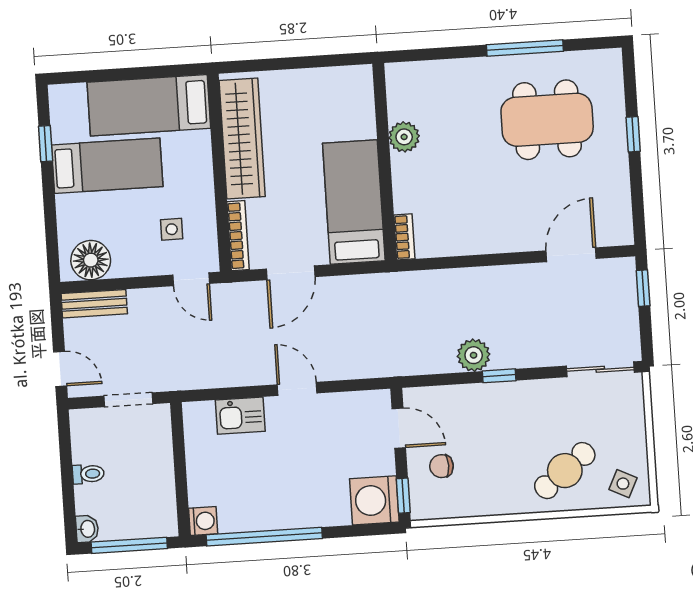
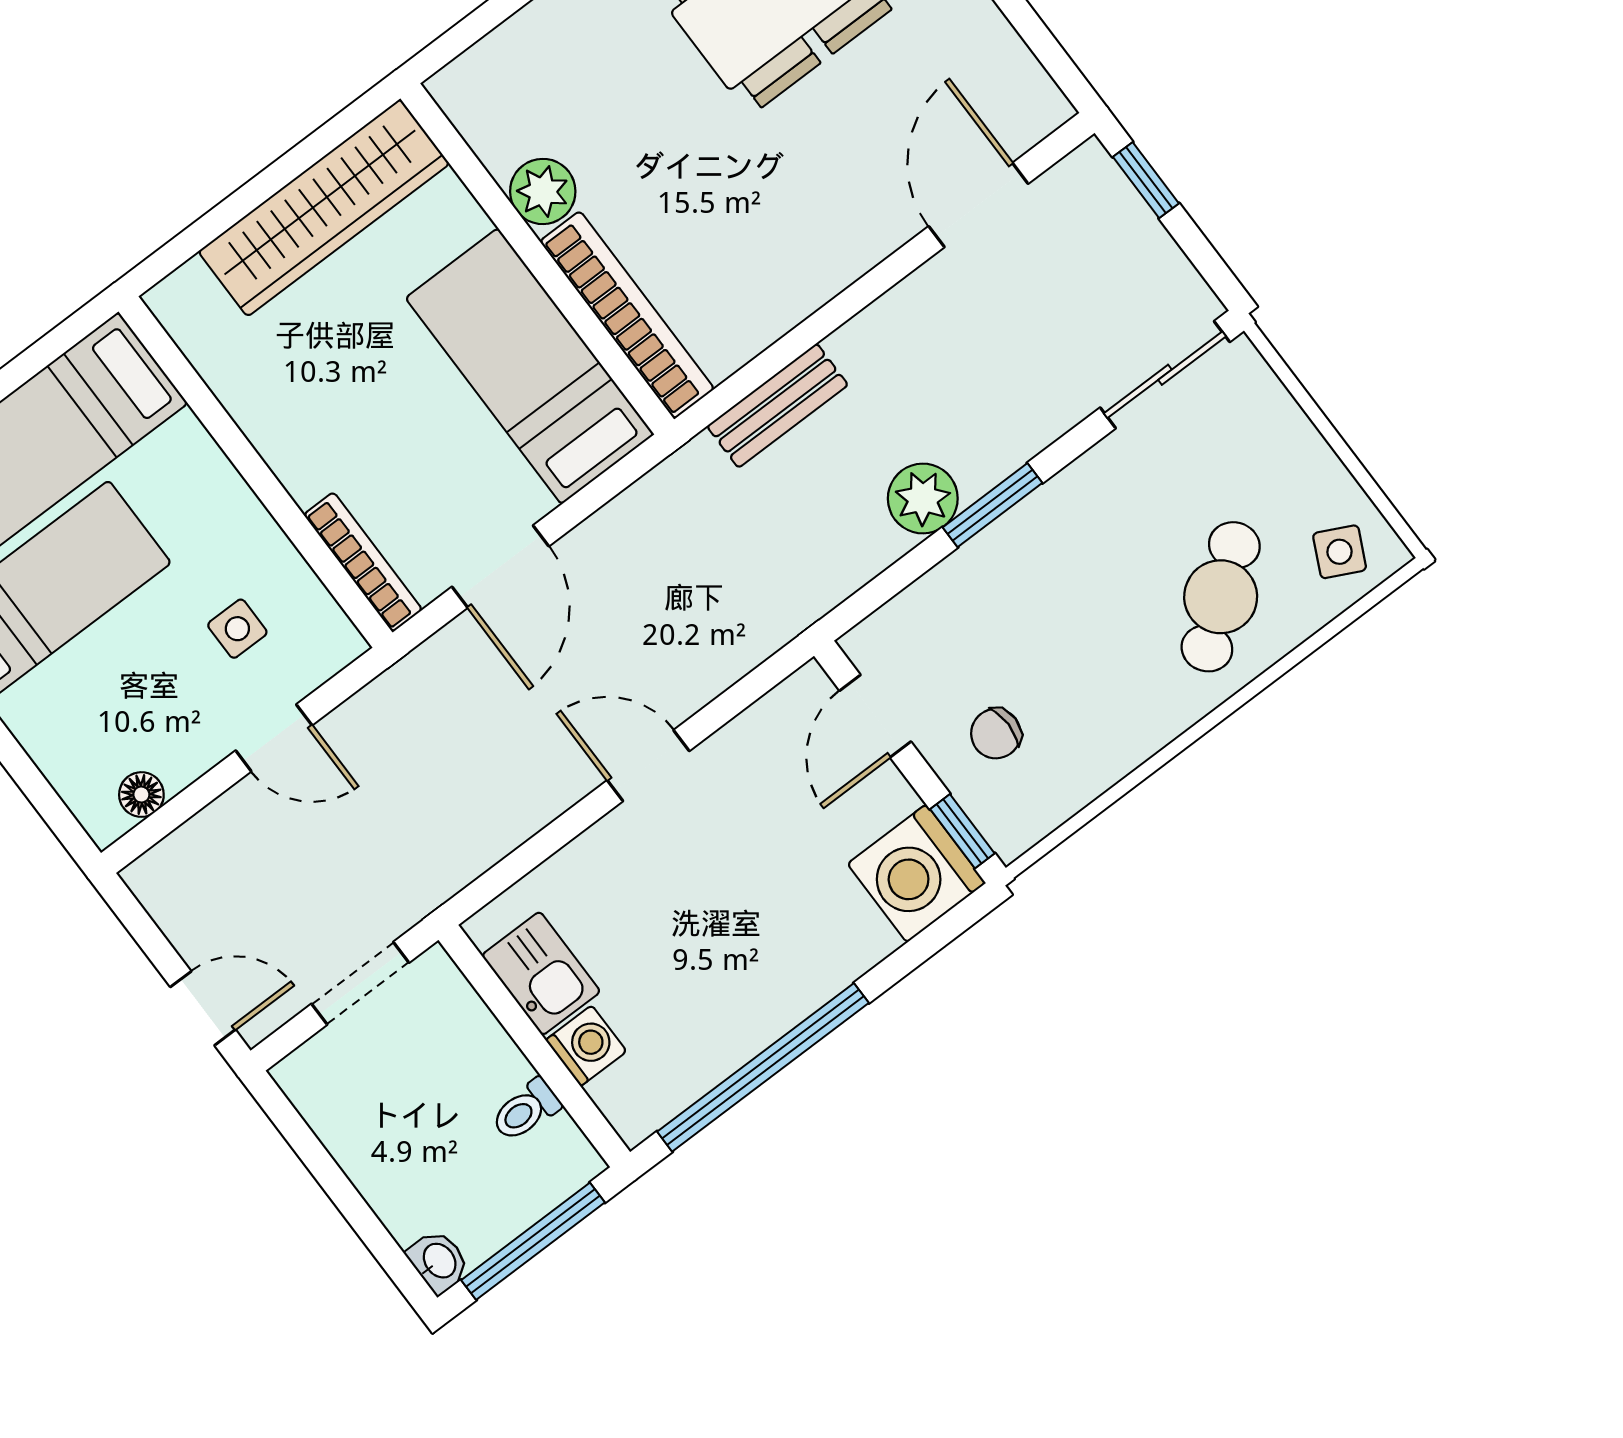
wardrobe: (242, 139) -> (324, 208), moved, turned 90
bookcase: (404, 237) -> (627, 315), width x2.31, depth x1.31
floor lamp: (91, 260) -> (141, 795), width x0.53, depth x0.53
door: (191, 279) -> (274, 738), moved
bench: (94, 304) -> (777, 406), moved
window: (499, 376) -> (993, 505), width x1.50
kitchen sink: (240, 416) -> (541, 973), moved, turned -90
door: (399, 428) -> (875, 716), swing flipped
toilet: (88, 474) -> (526, 1110), moved, turned 180
washing machine: (203, 521) -> (586, 1046), moved

